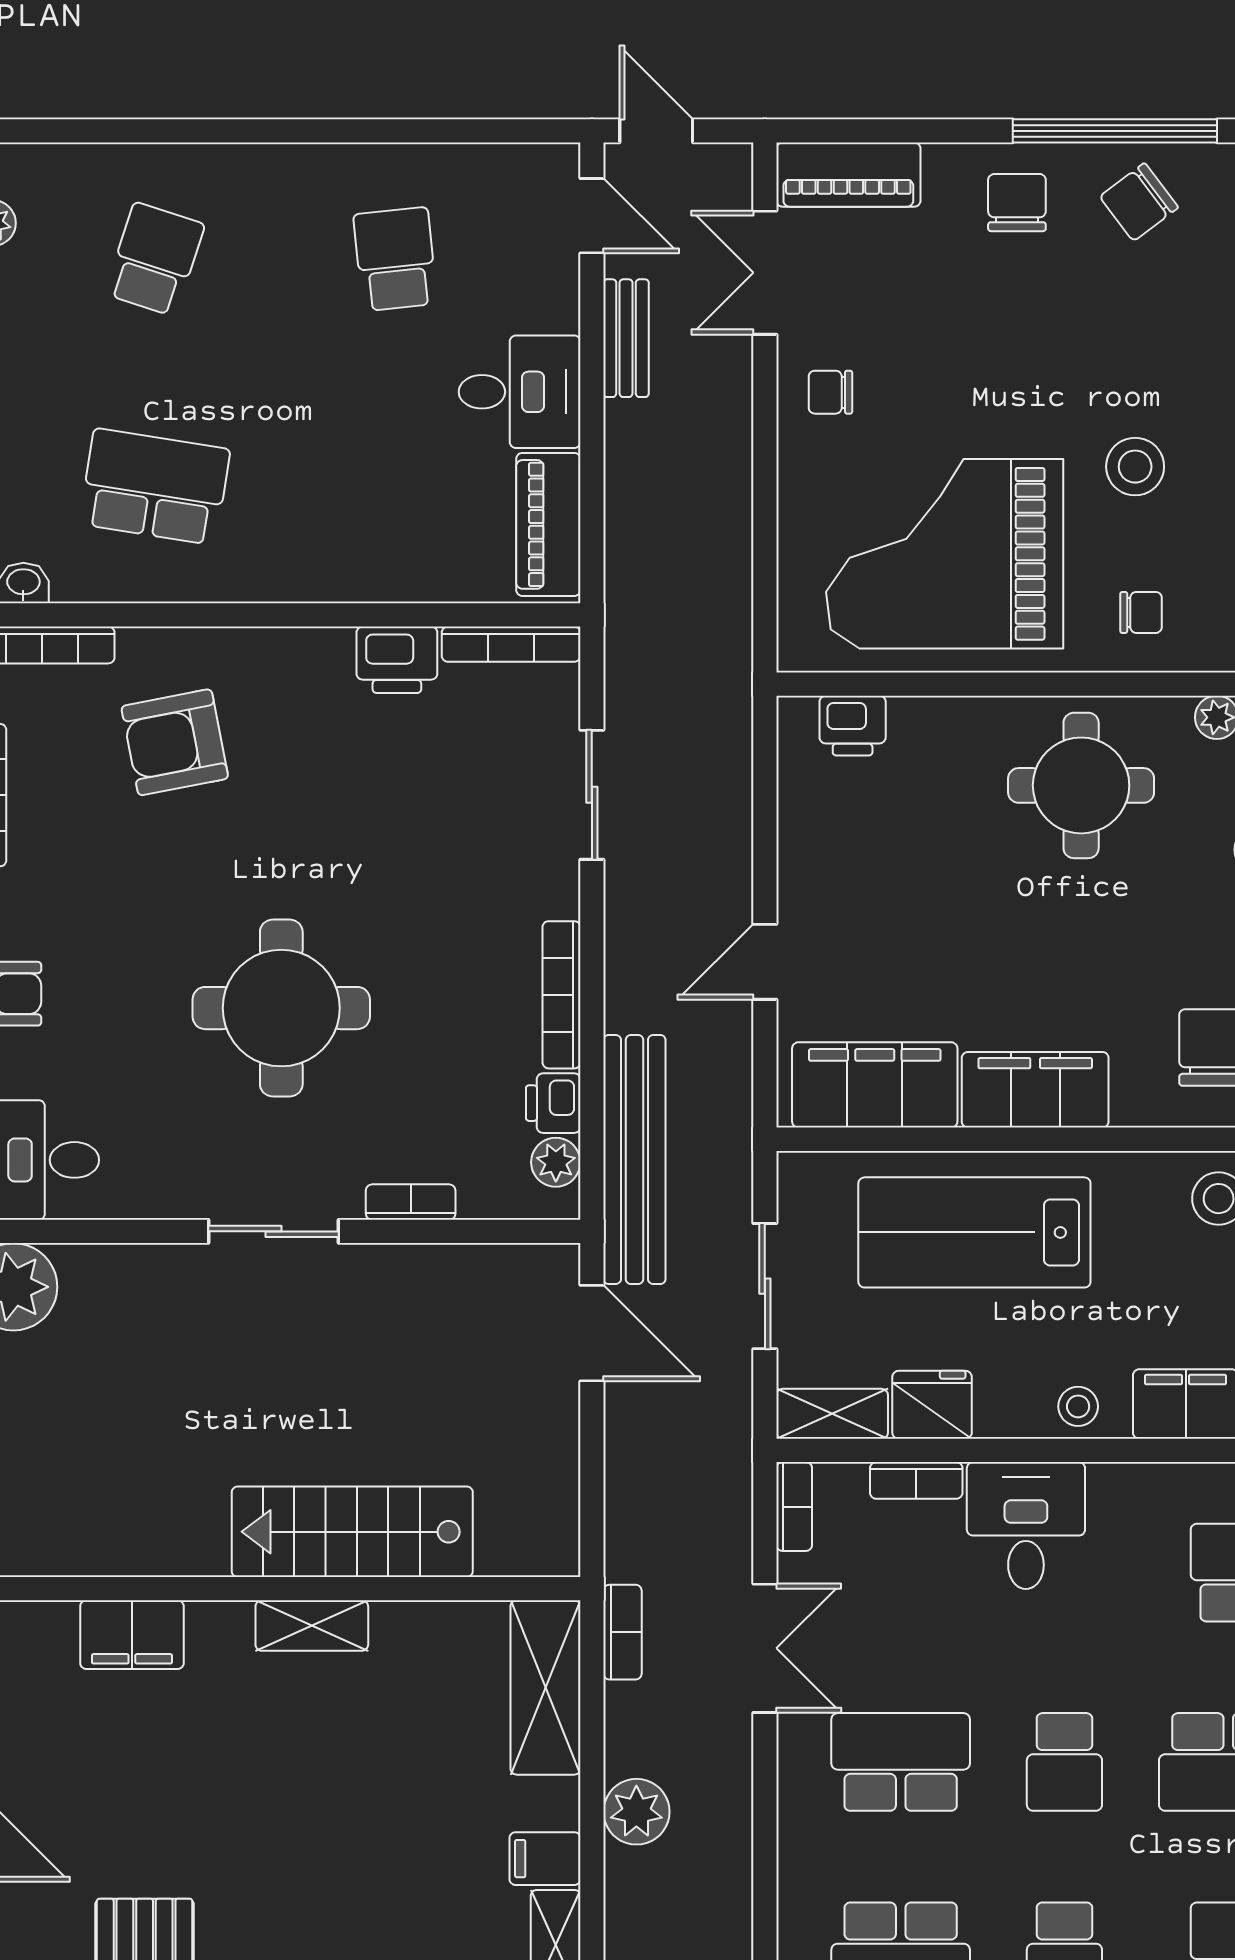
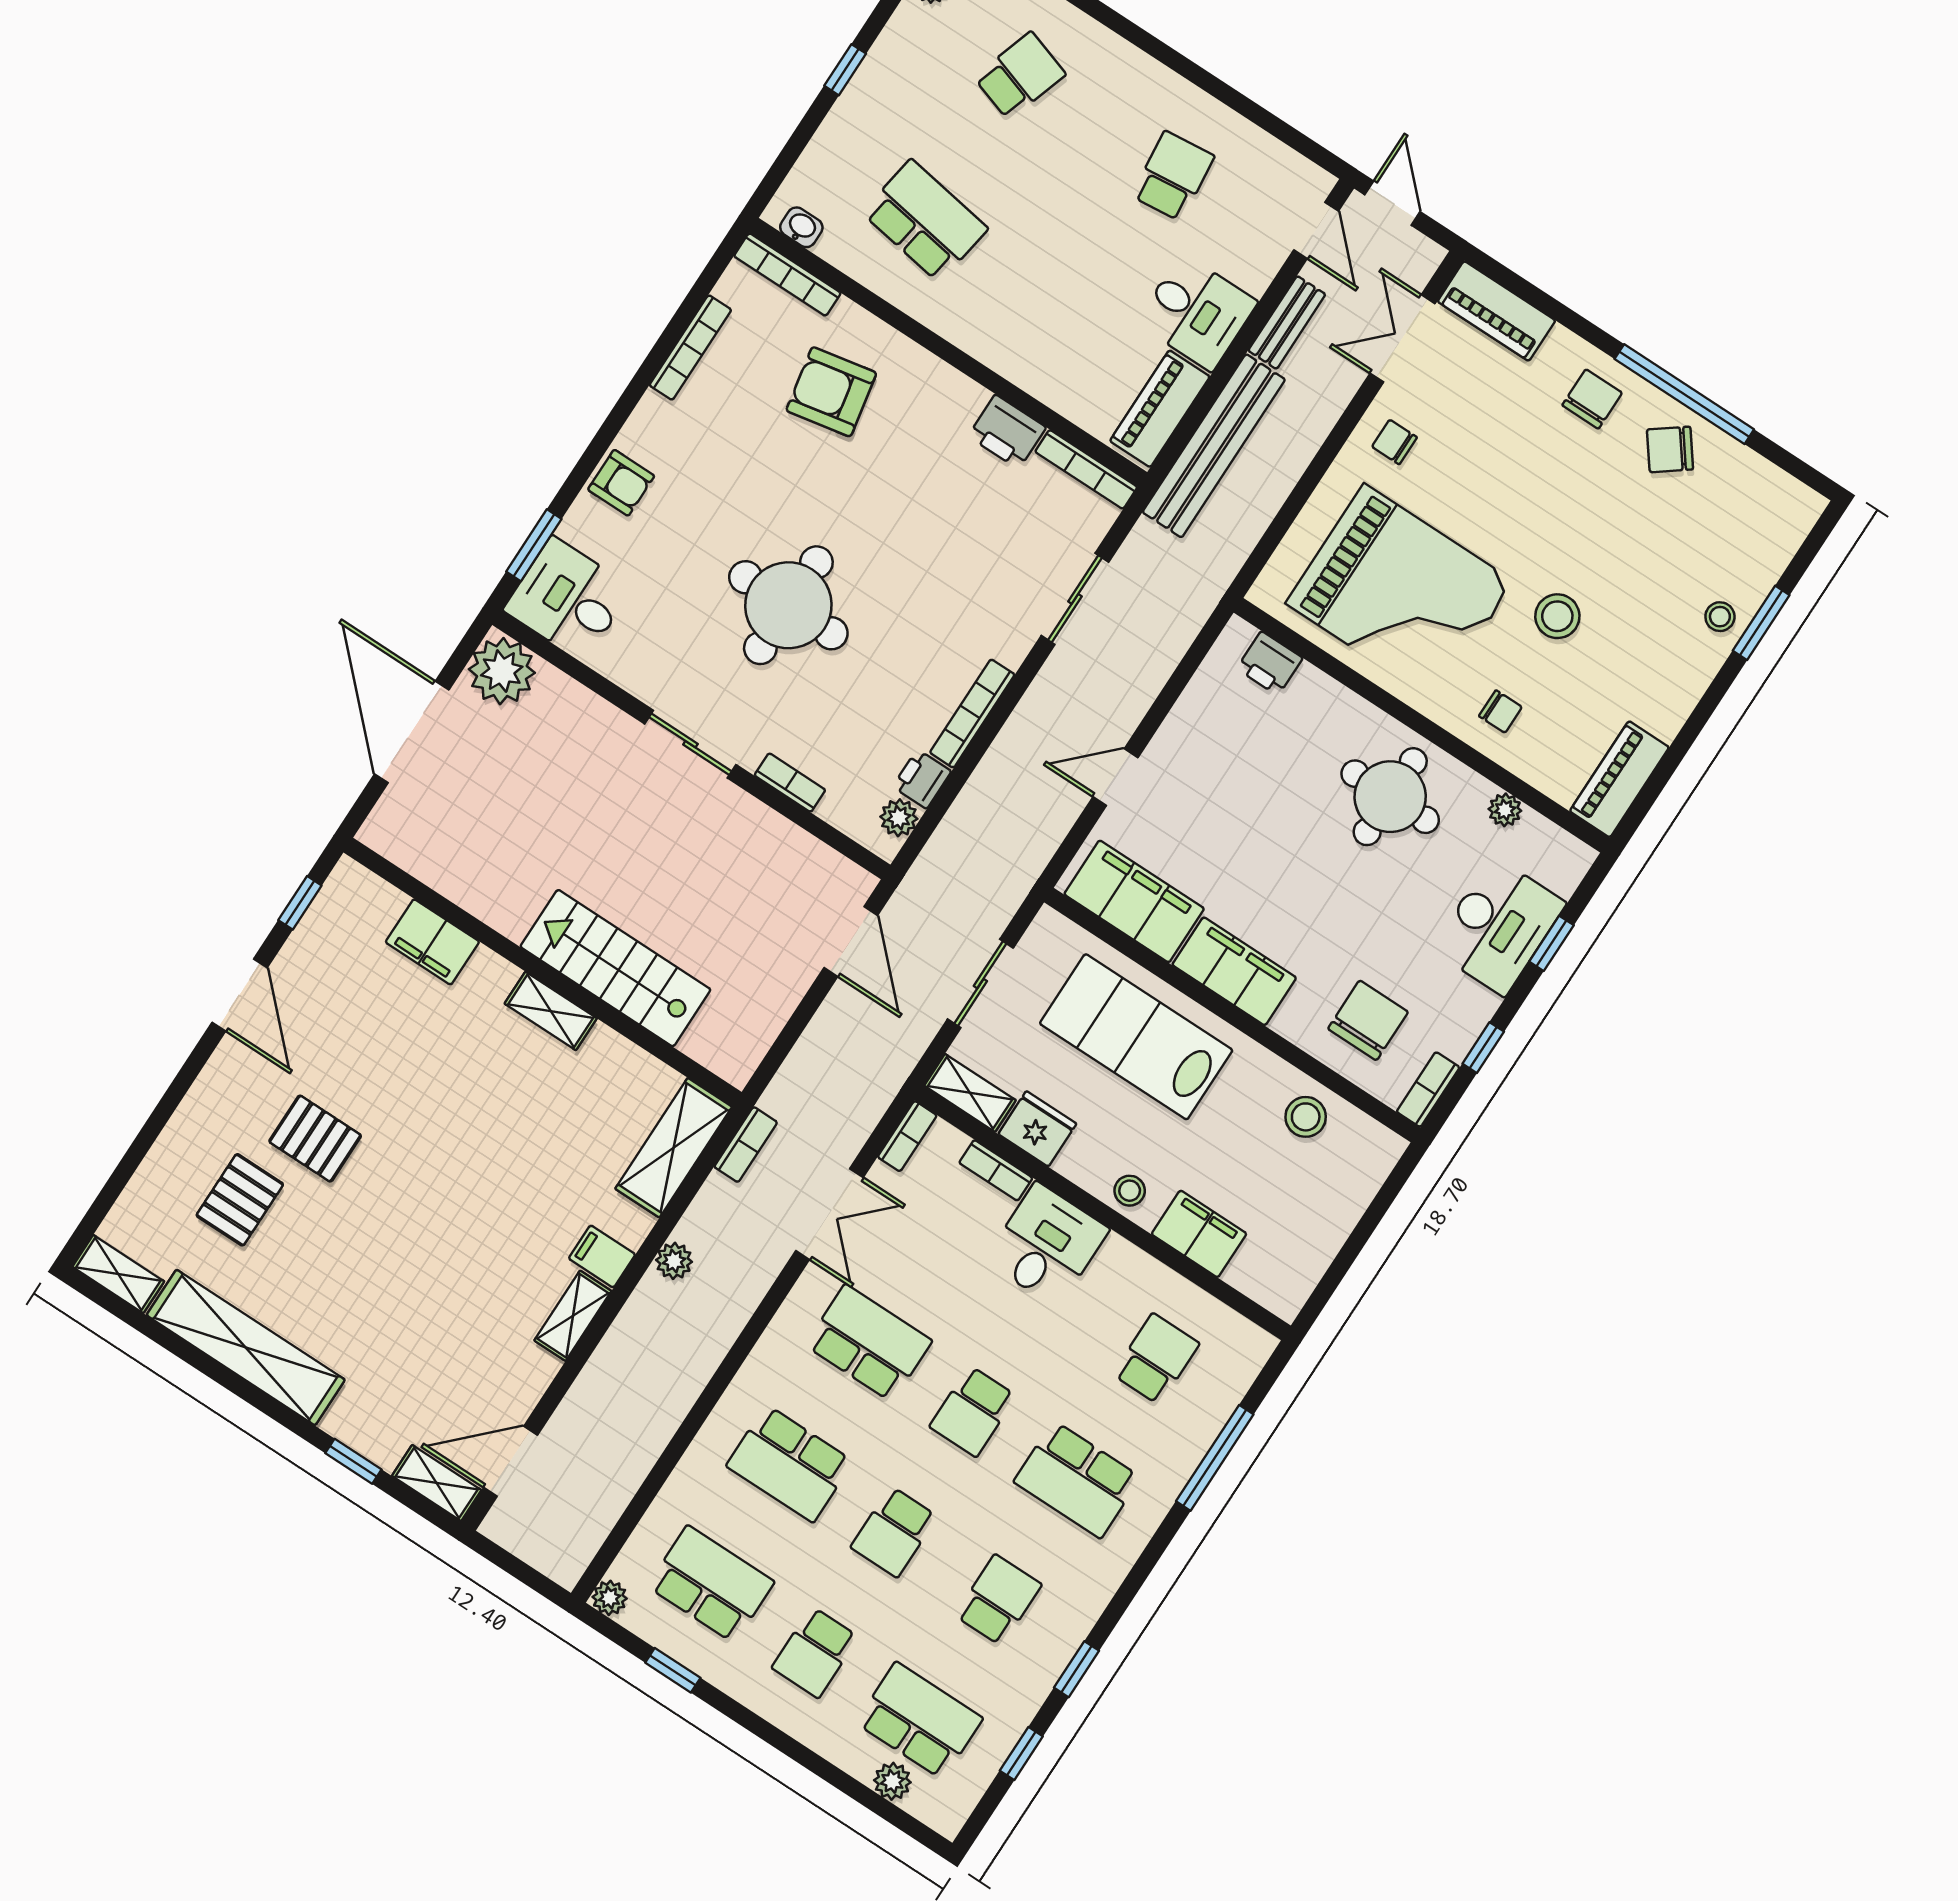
grand piano: (945, 554) -> (1400, 592), turned 180
bench: (634, 1160) -> (1214, 446), moved
plant: (636, 1812) -> (674, 1261), width x0.73, depth x0.73

